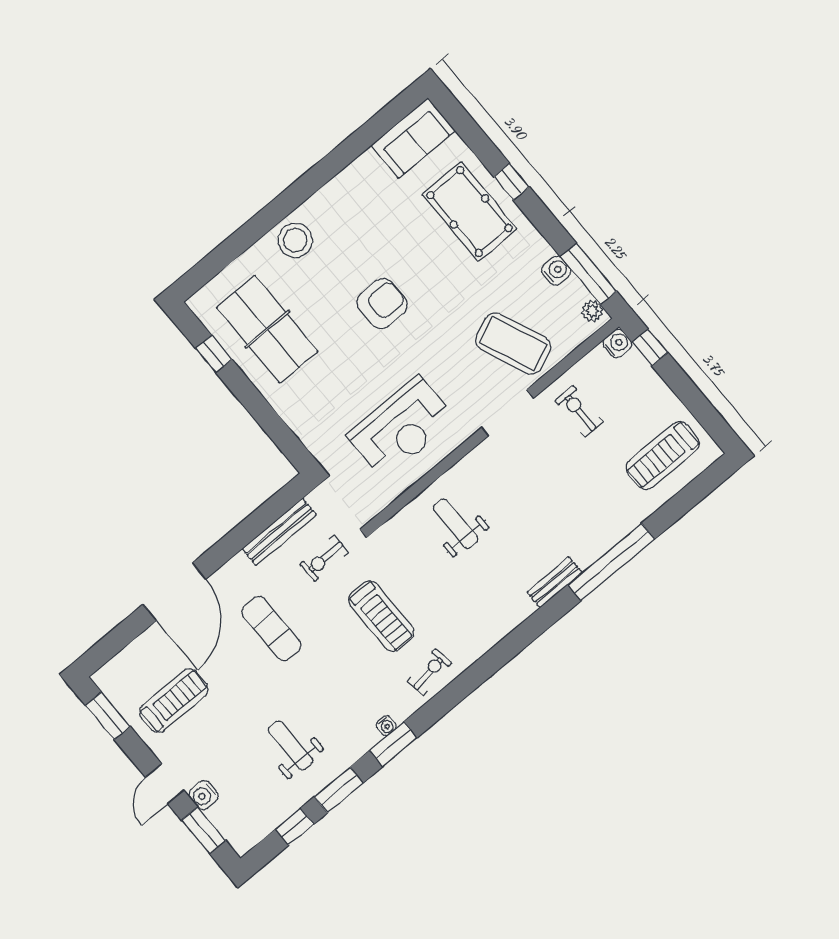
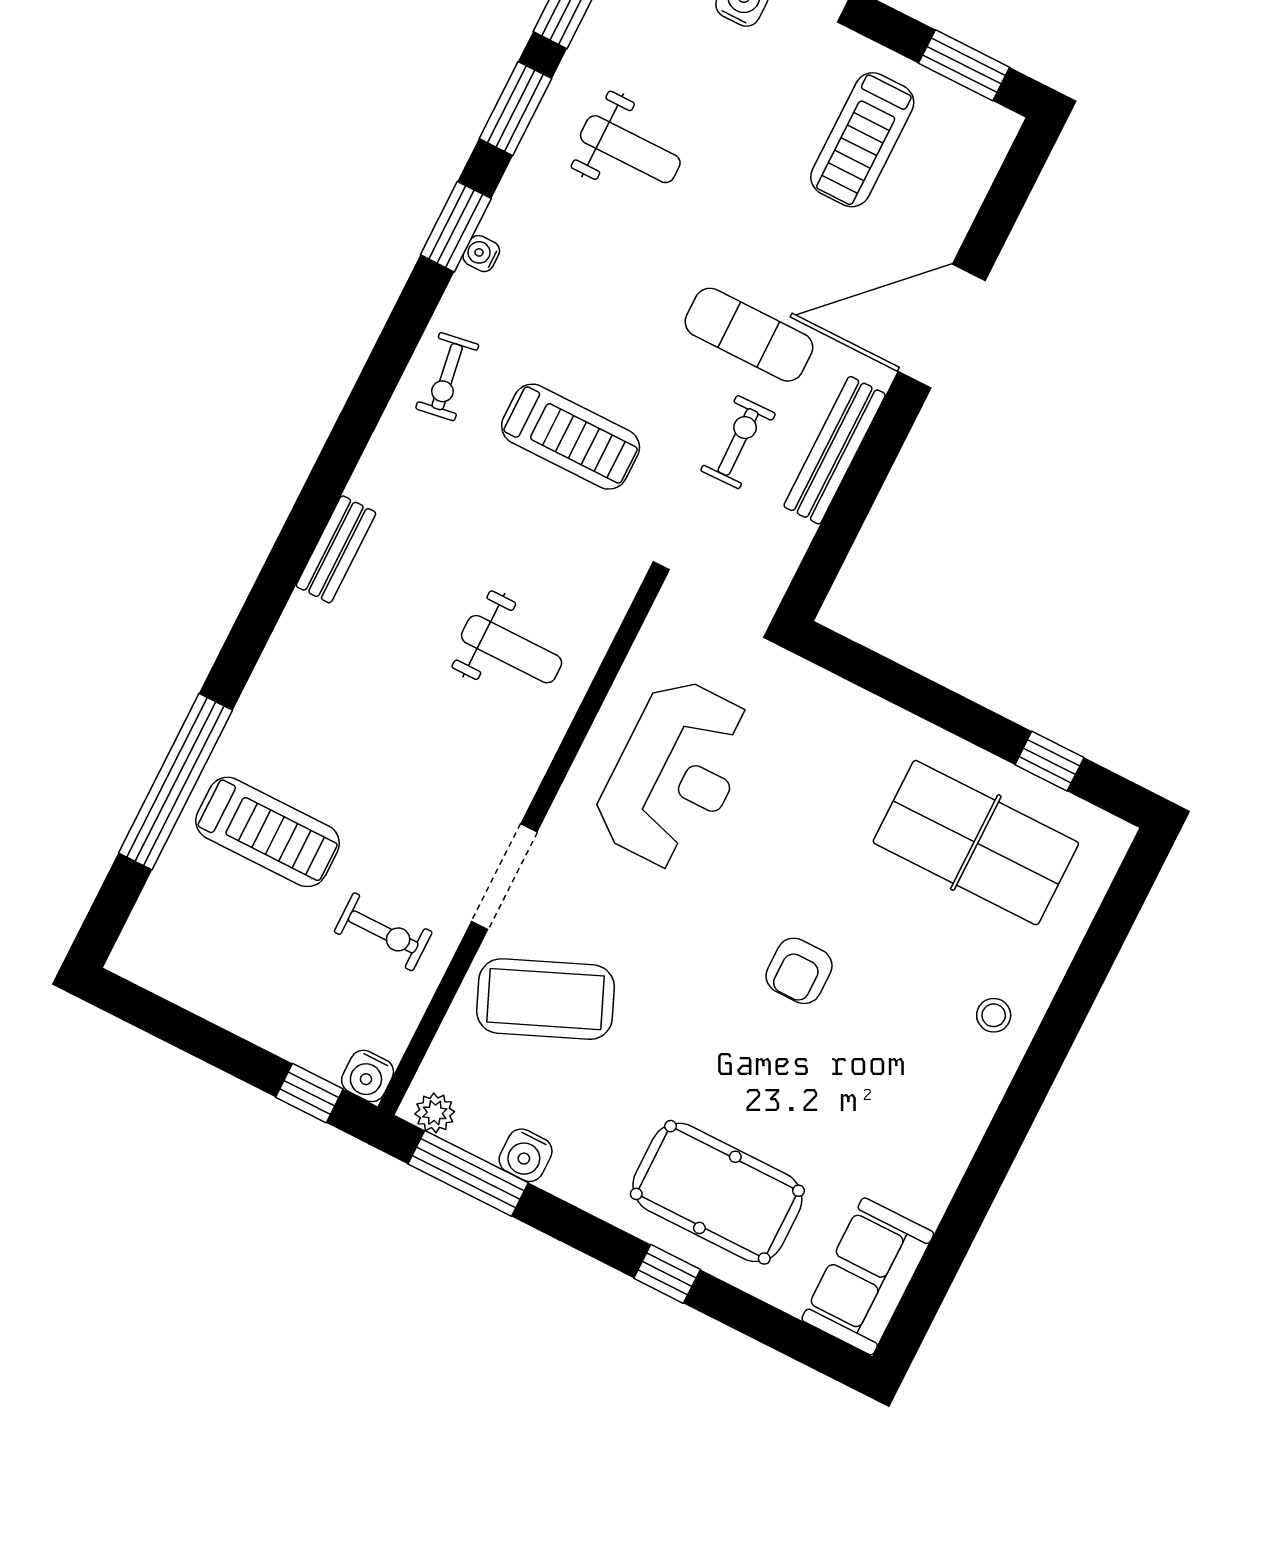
stool: (295, 240) -> (994, 1015), width x0.53, depth x0.53
armchair: (382, 304) -> (799, 971), width x0.72, depth x0.72
reception desk: (401, 427) -> (675, 774), turned 180
treadmill: (663, 456) -> (268, 832), moved, turned 90
bench: (279, 532) -> (835, 450), moved
exercise bike: (324, 558) -> (738, 442), moved
window: (611, 562) -> (176, 782), moved
bench: (555, 582) -> (336, 549), moved
door: (174, 592) -> (942, 326), hinge flipped
treadmill: (381, 616) -> (571, 437), turned 180

